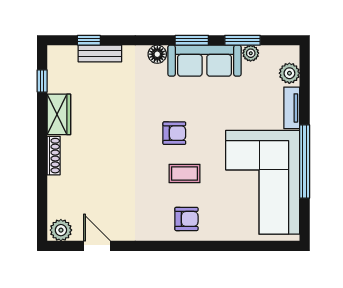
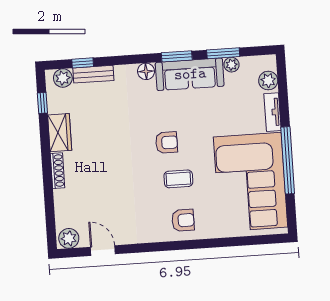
plant: (66, 55) -> (63, 78), added

